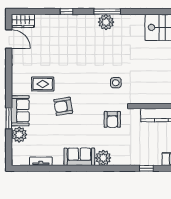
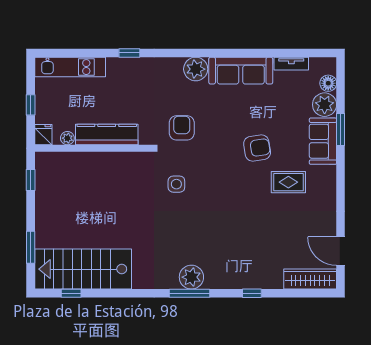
wardrobe: (23, 21) -> (310, 279), width x1.50
floor lamp: (17, 149) -> (328, 83), added
sofa: (79, 157) -> (241, 71), width x1.36

